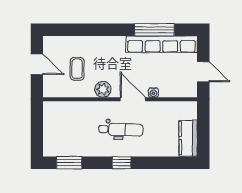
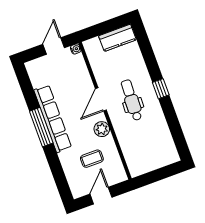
window: (154, 30) -> (41, 127), moved
row of seats: (161, 44) -> (53, 119), moved
water cooler: (153, 93) -> (76, 49), moved
window: (69, 163) -> (178, 135), removed

